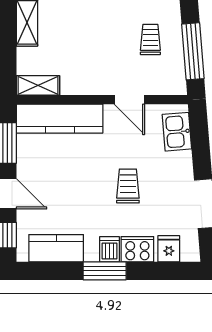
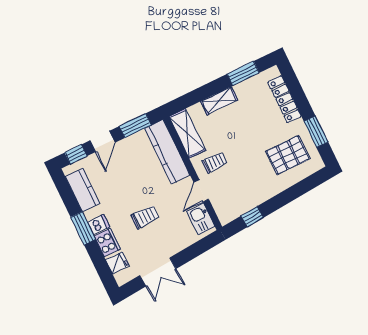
trolley: (150, 40) -> (215, 162), moved
window: (193, 51) -> (252, 217), width x0.46
shelving: (38, 85) -> (187, 133), width x1.50, depth x1.33
kitchen sink: (177, 132) -> (201, 219), moved, turned -85

